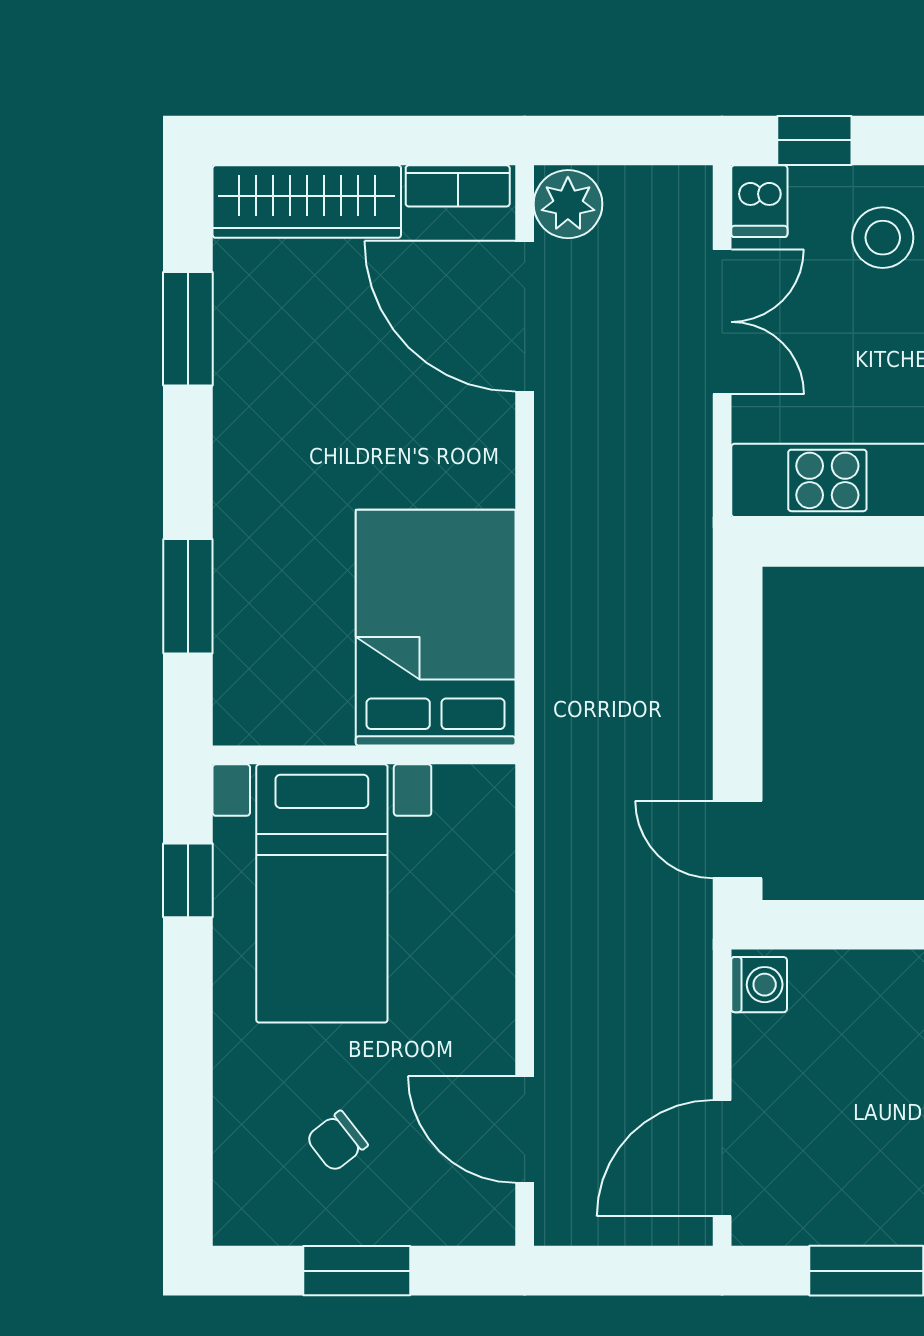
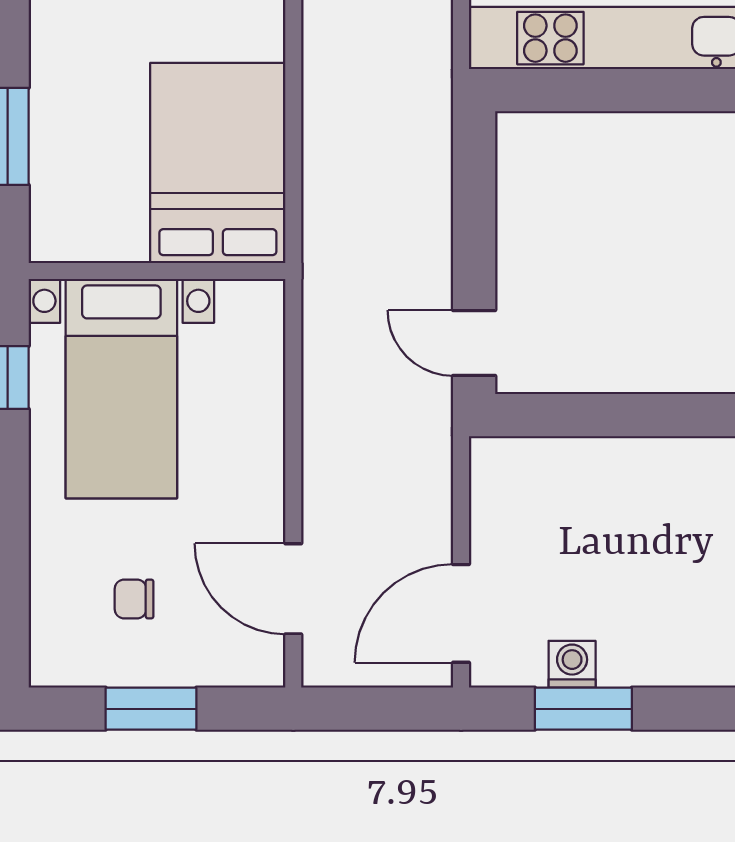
washing machine: (759, 985) -> (572, 664), moved, turned -90
chair: (337, 1141) -> (134, 599), turned 38

